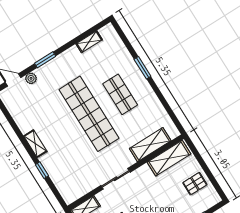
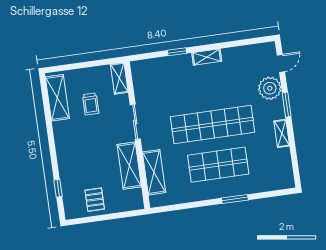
shelving: (89, 42) -> (282, 133), moved
plant: (31, 78) -> (270, 88), width x1.87, depth x1.87
shop shelf: (120, 94) -> (218, 165), width x1.43, depth x1.36
shelving: (169, 158) -> (129, 166), moved

